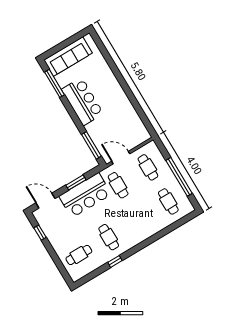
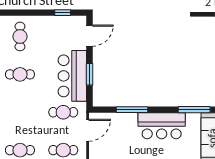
window: (91, 145) -> (132, 110), moved

